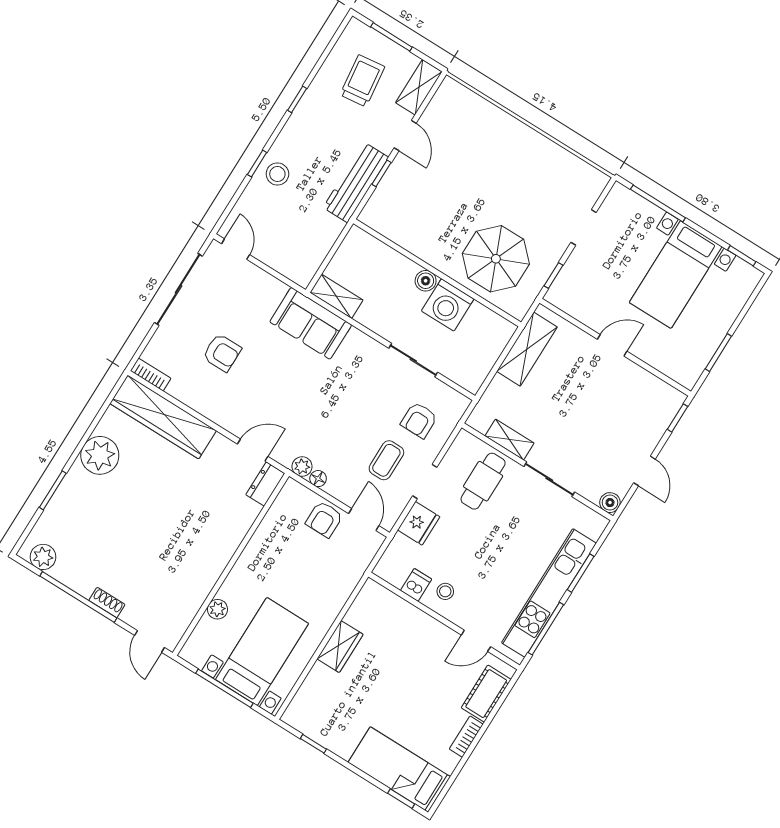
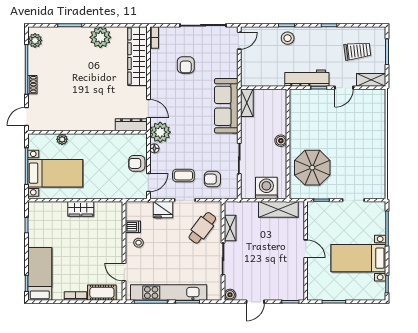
washing machine: (448, 305) -> (266, 188), moved, turned 90
sofa: (311, 323) -> (226, 106), width x1.36
plant: (302, 467) -> (160, 132), width x1.87, depth x1.87
cafe table: (483, 481) -> (202, 228), turned -53
dresser: (265, 484) -> (131, 125), width x1.44

